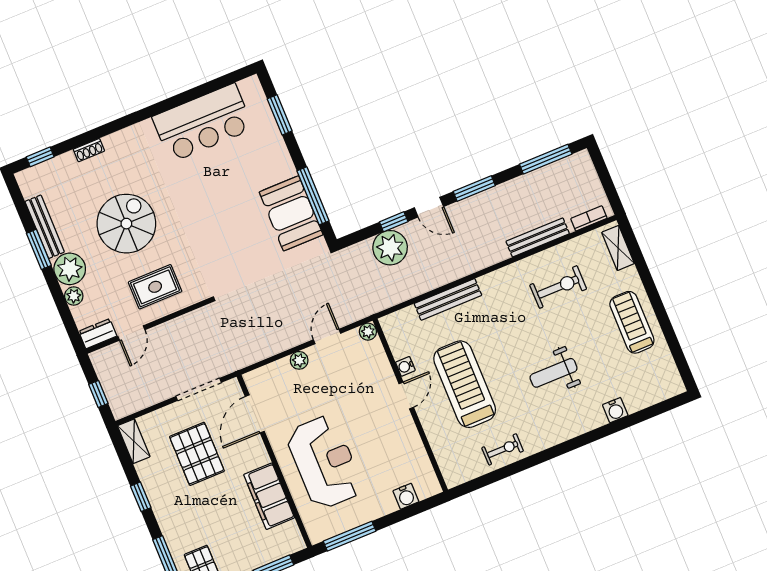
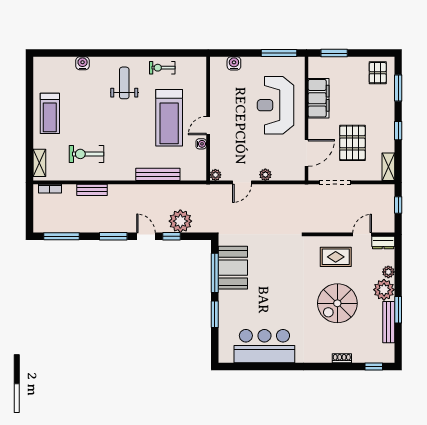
window: (280, 115) -> (215, 314), moved
bench: (538, 237) -> (92, 190), width x0.73
weight bench: (554, 373) -> (124, 83), moved, turned -90

